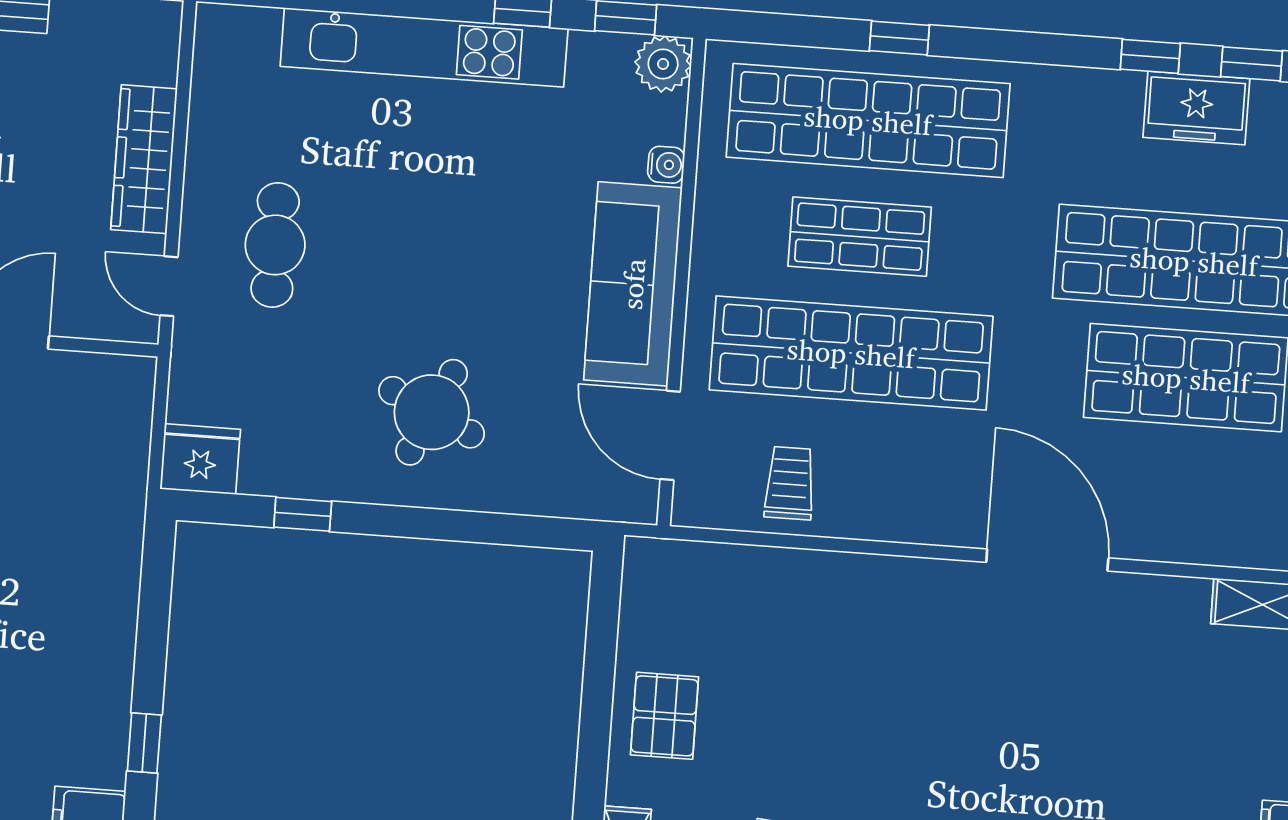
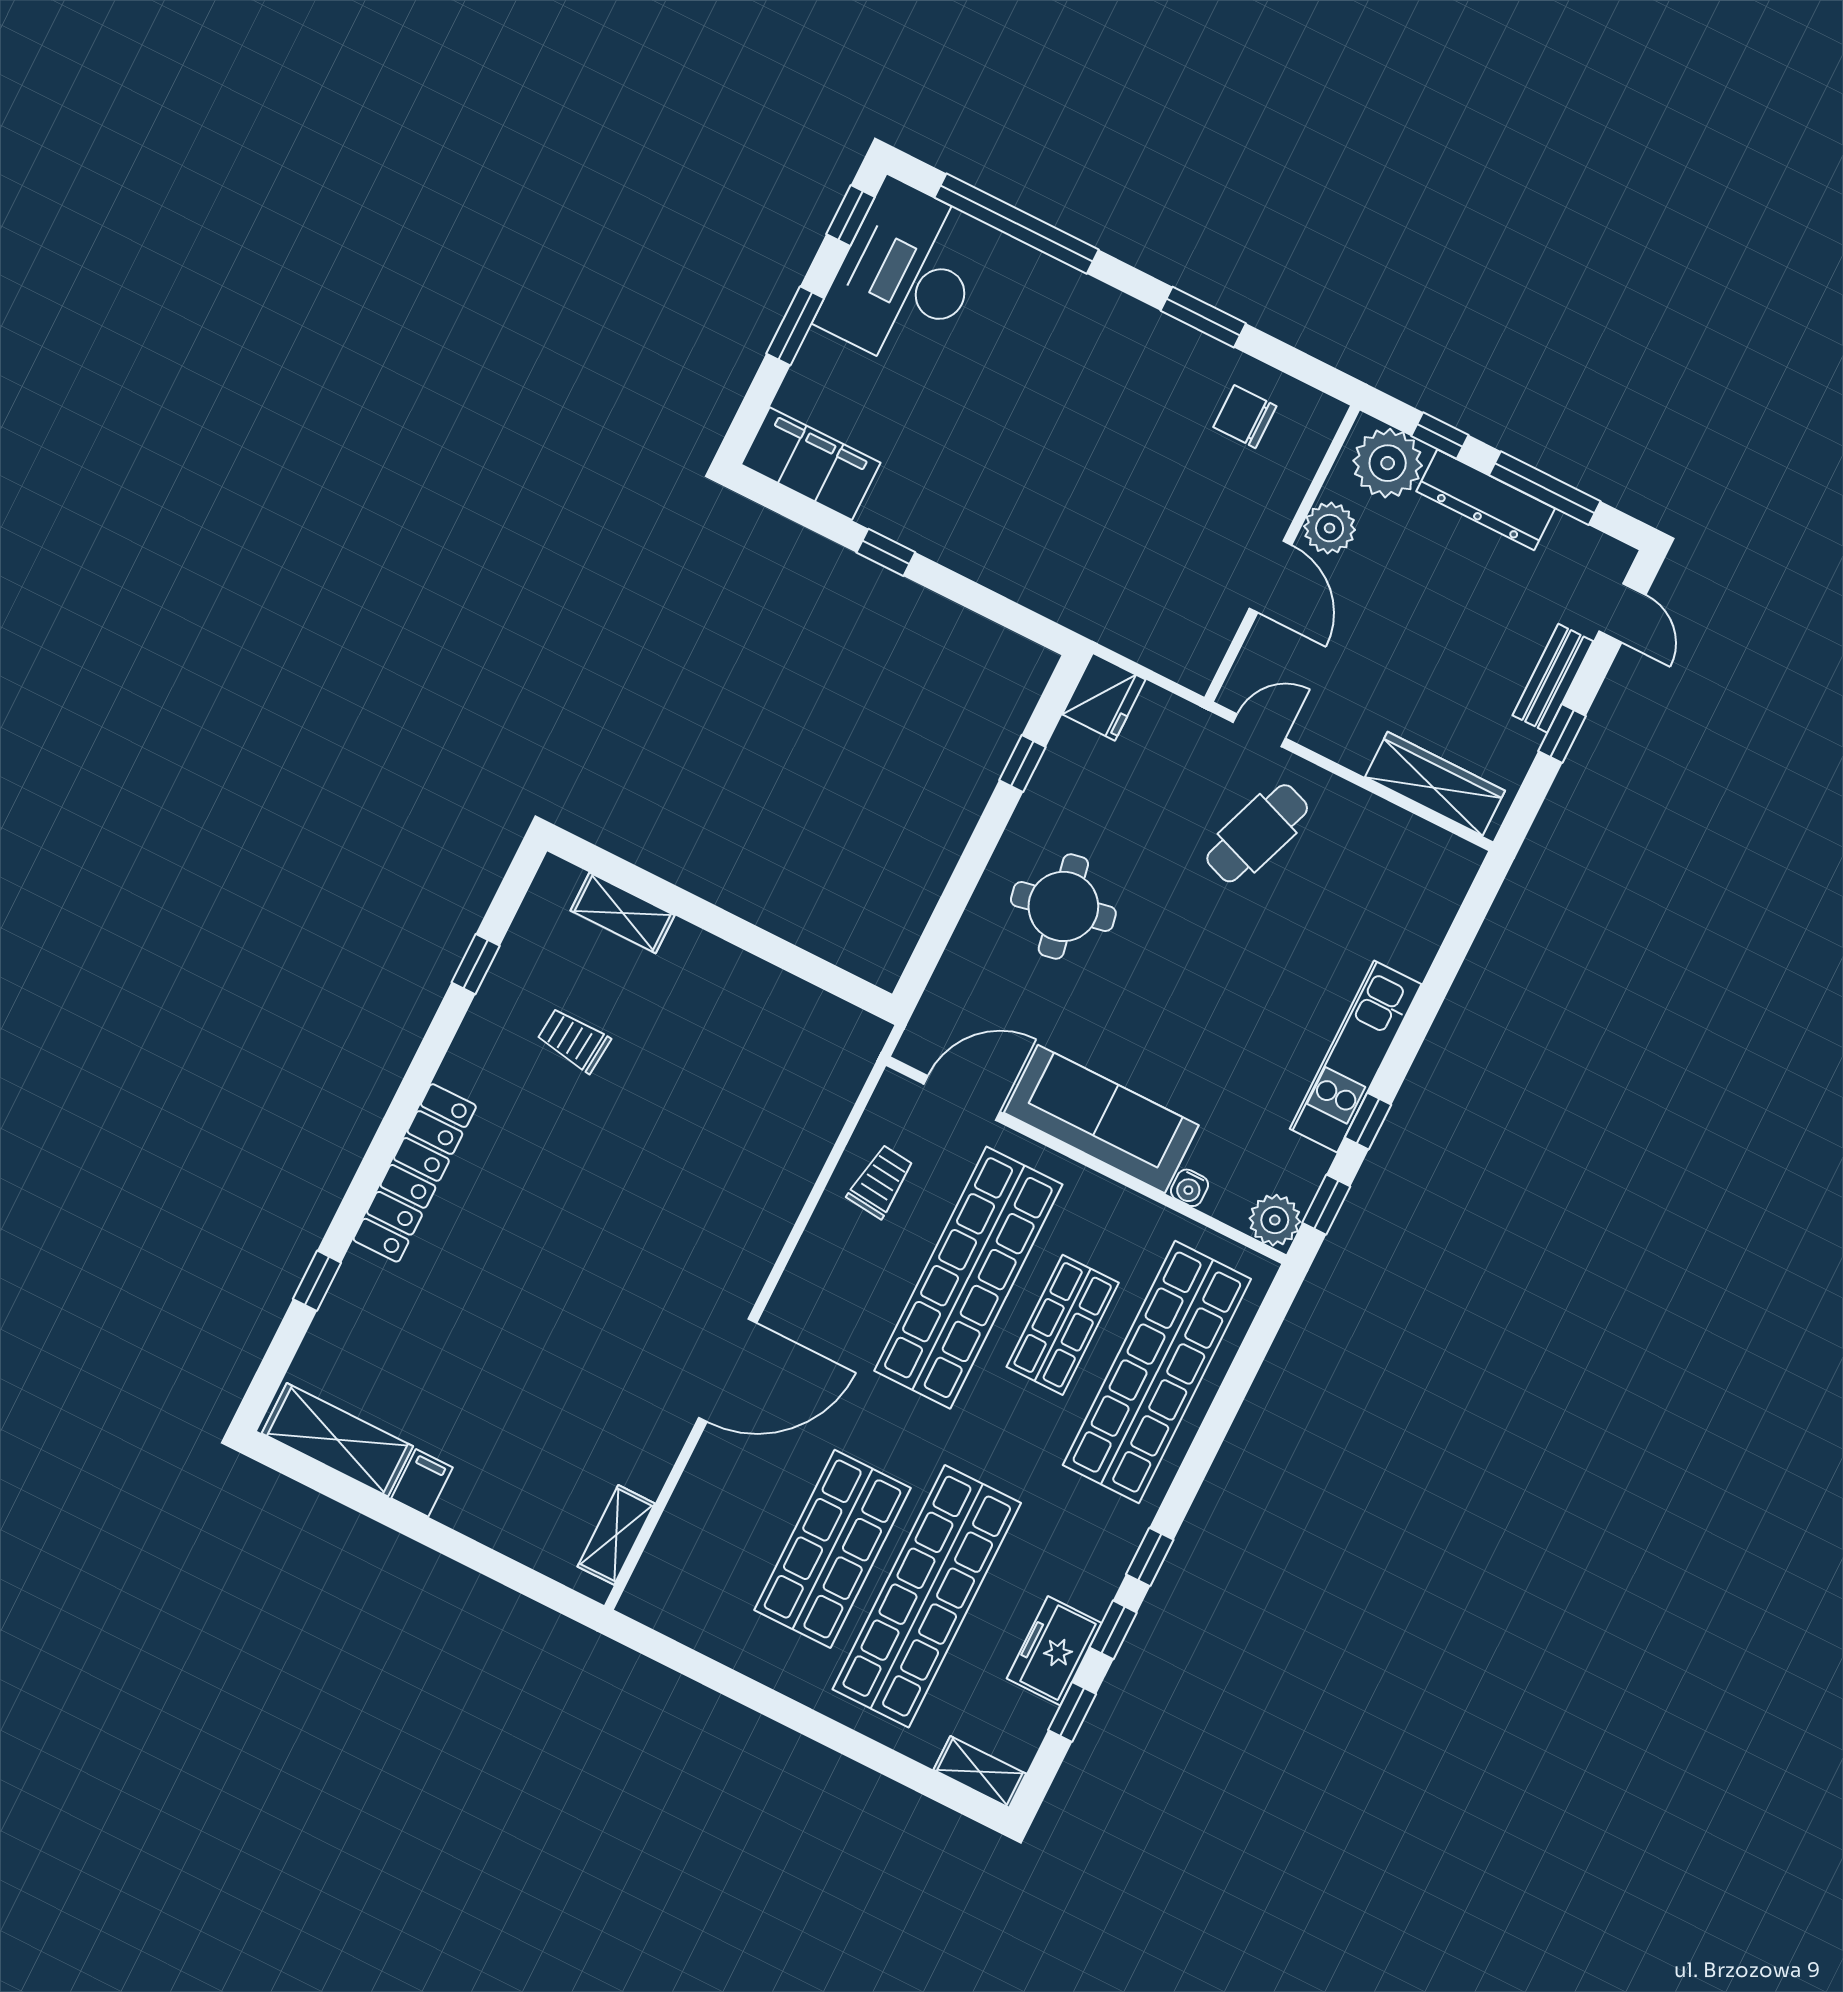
window: (899, 38) -> (1150, 1557), moved
kitchen unit: (424, 47) -> (1356, 1057), width x0.73
wardrobe: (144, 159) -> (1435, 784), moved
cafe table: (275, 245) -> (1257, 833), turned -70
round table: (432, 412) -> (1063, 906), turned -36
trolley: (790, 483) -> (881, 1182), turned -84
pallet: (665, 716) -> (729, 997), removed

